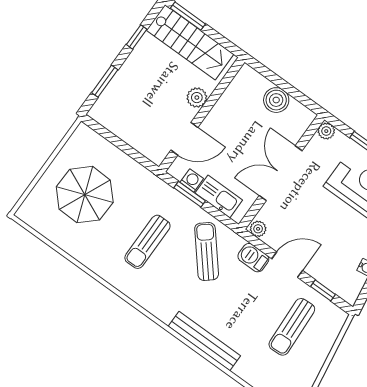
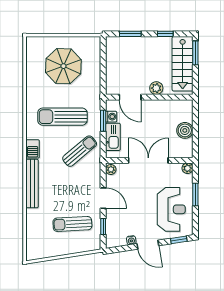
sun lounger: (147, 242) -> (62, 117), width x1.36, depth x1.34
barbecue: (253, 258) -> (33, 149), moved, turned 180

